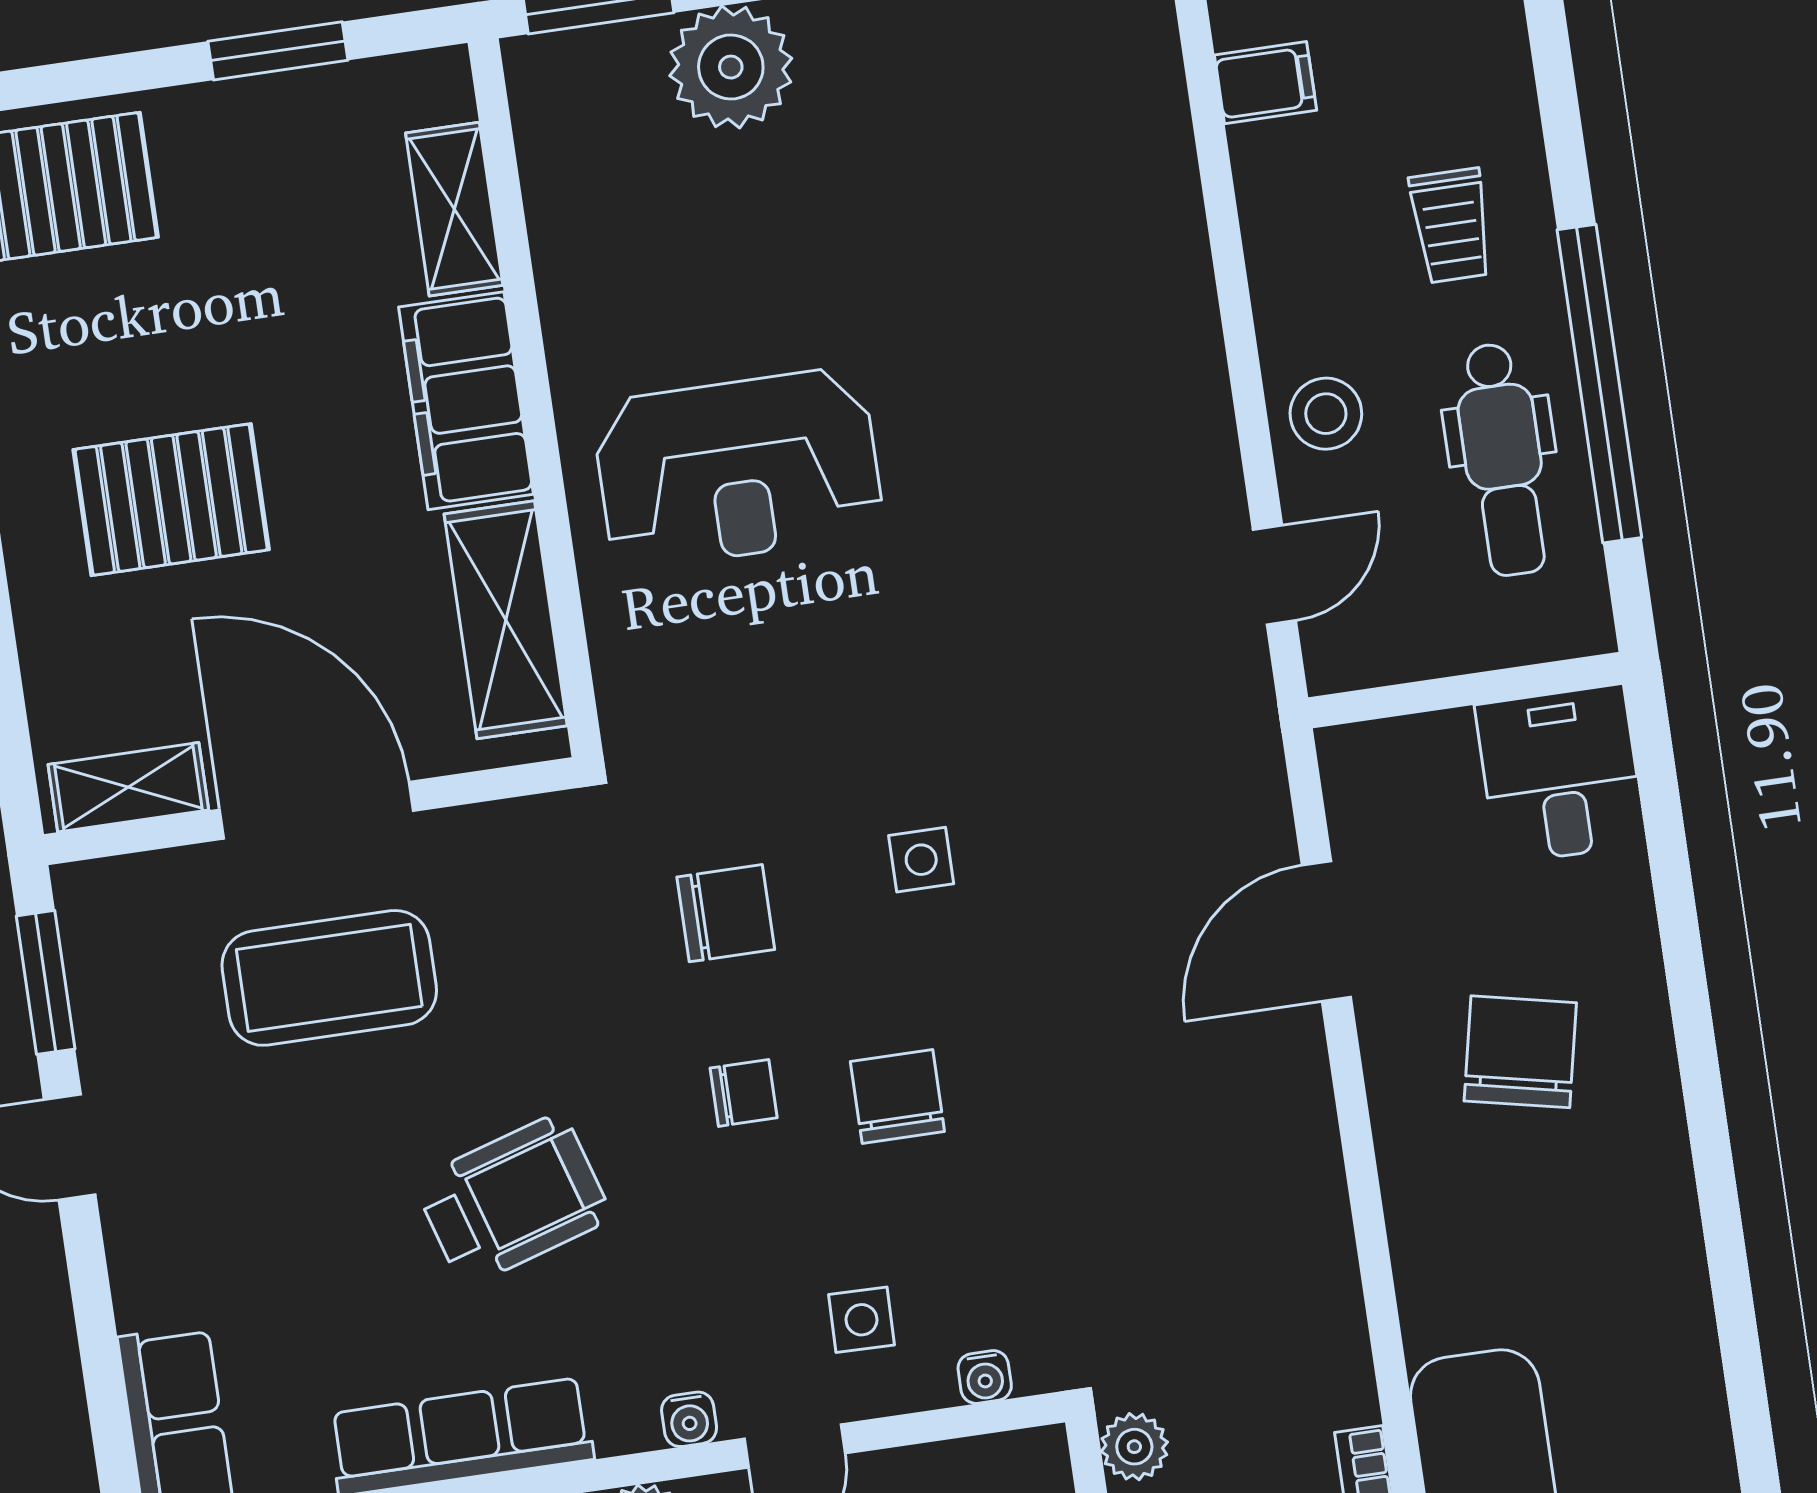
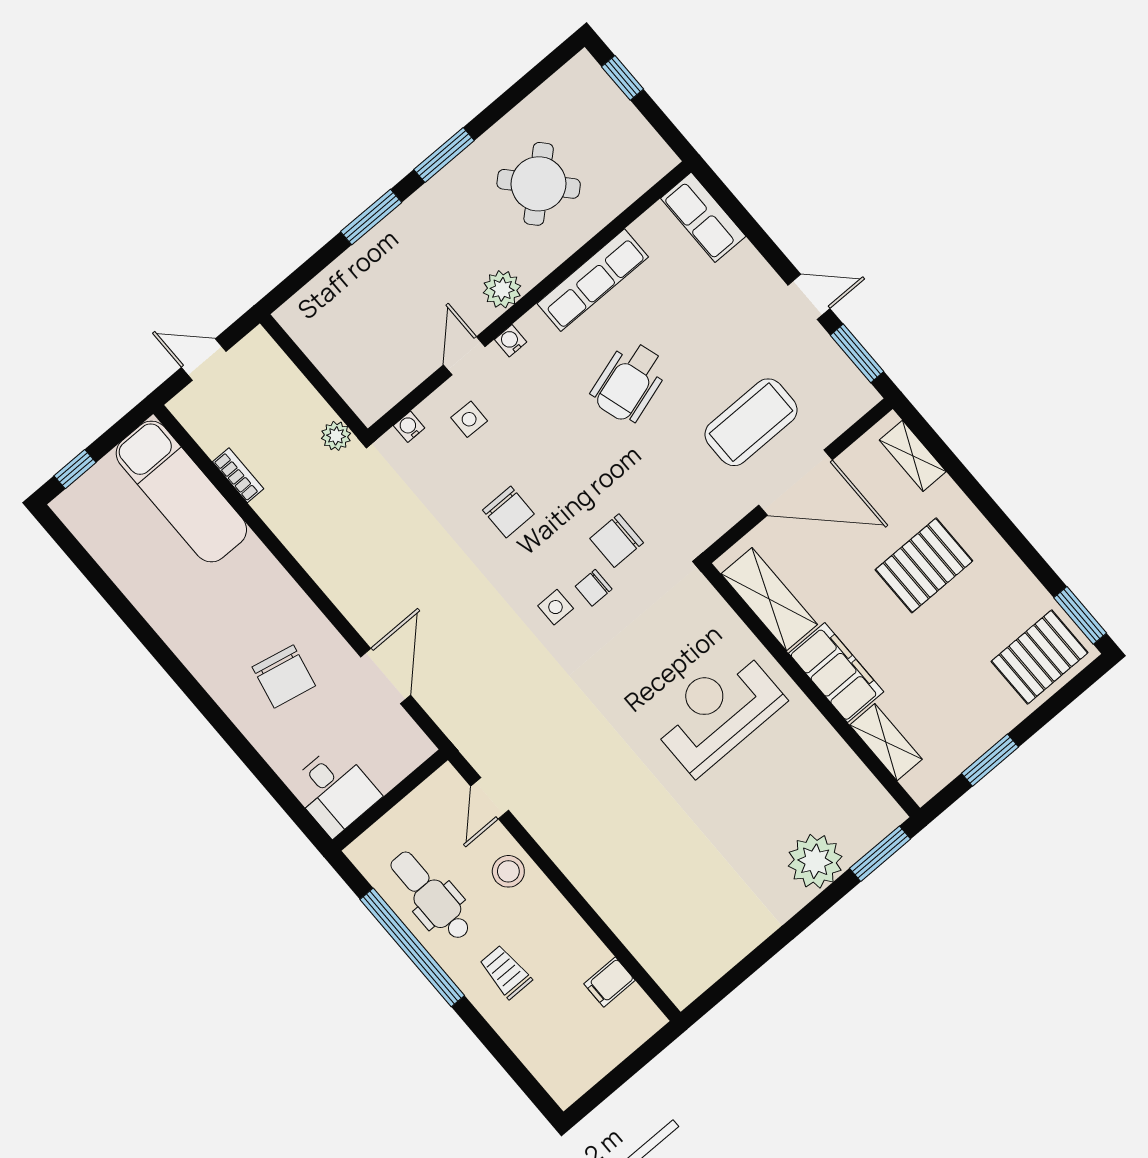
shelving: (128, 787) -> (913, 456), moved, turned 90
chair: (744, 1093) -> (594, 588), moved

